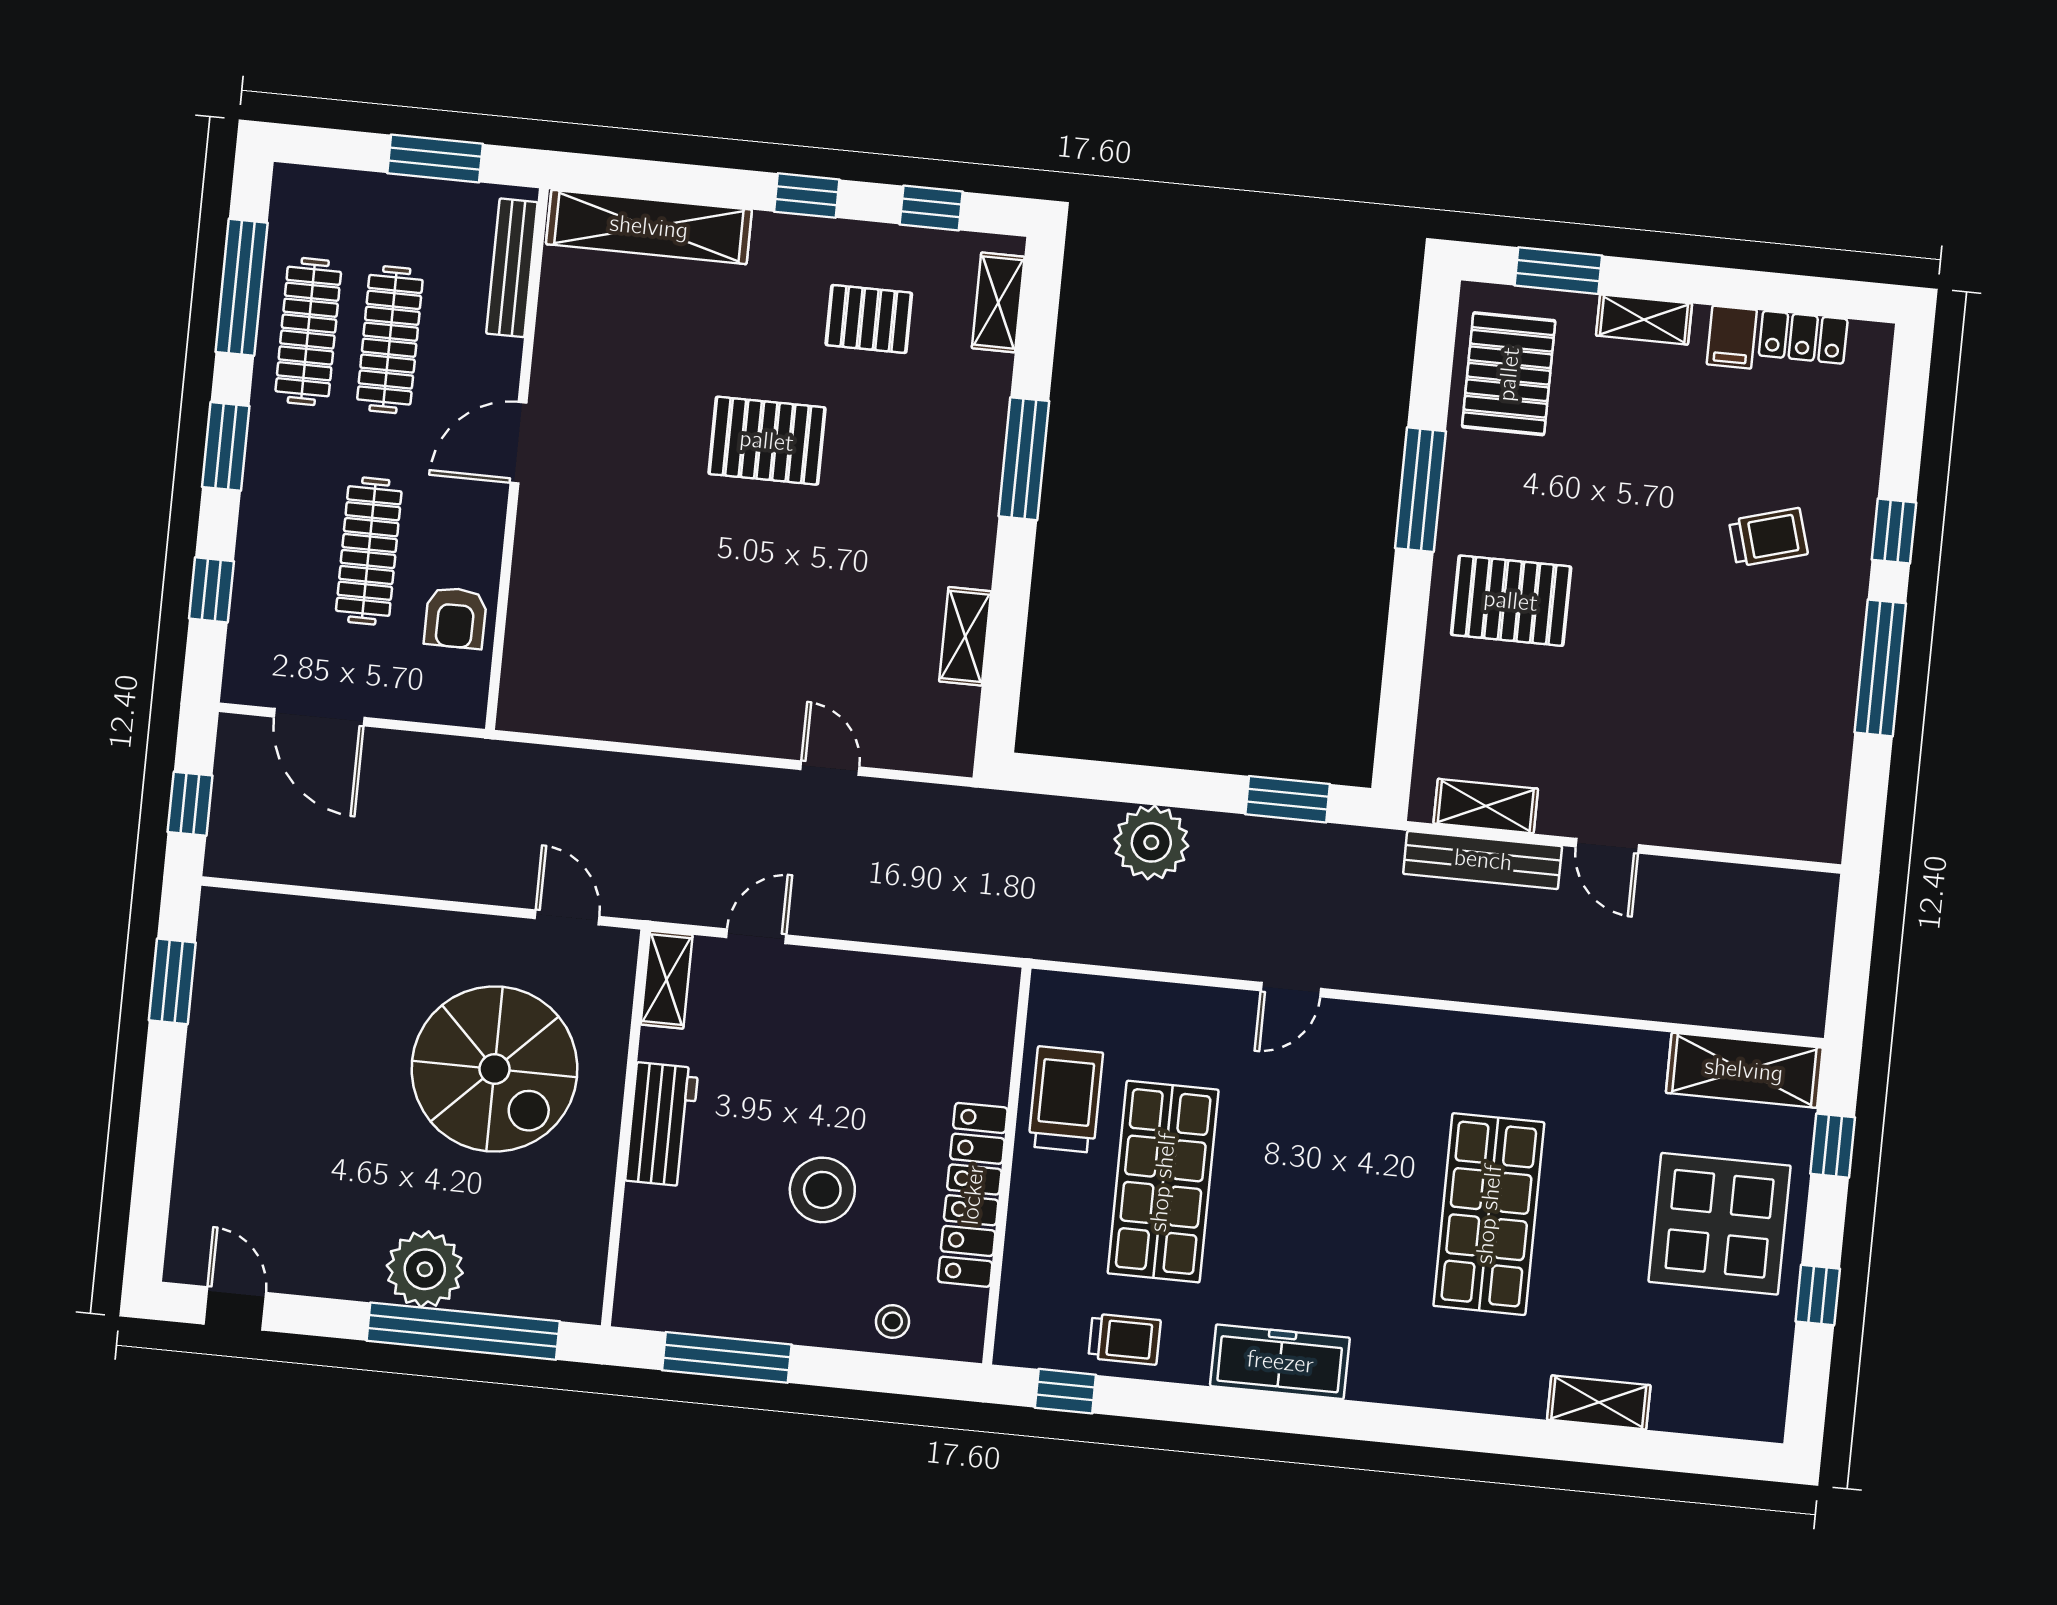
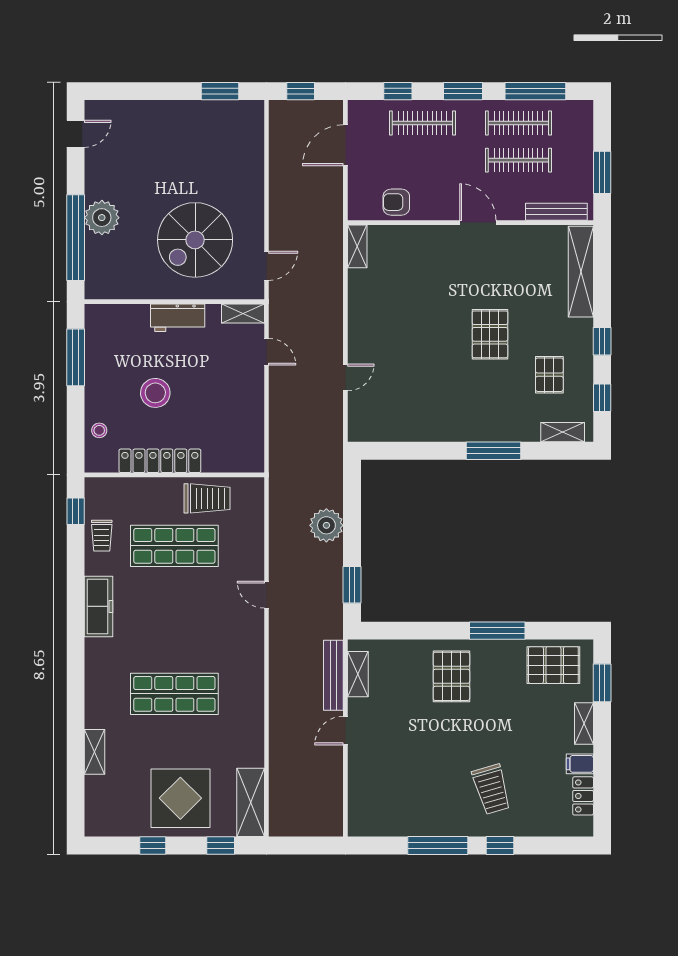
trolley: (1768, 537) -> (492, 789), width x1.36, depth x1.39
clothes rail: (369, 551) -> (422, 123), moved
shelving: (965, 636) -> (357, 246), moved, turned 90

